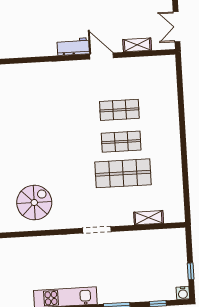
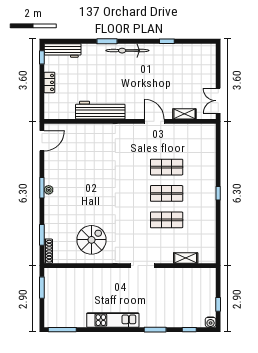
workbench: (73, 47) -> (100, 110), moved, width x1.88, depth x1.32
window: (183, 138) -> (218, 193), added
shop shelf: (123, 173) -> (167, 220), width x0.70, depth x0.74

